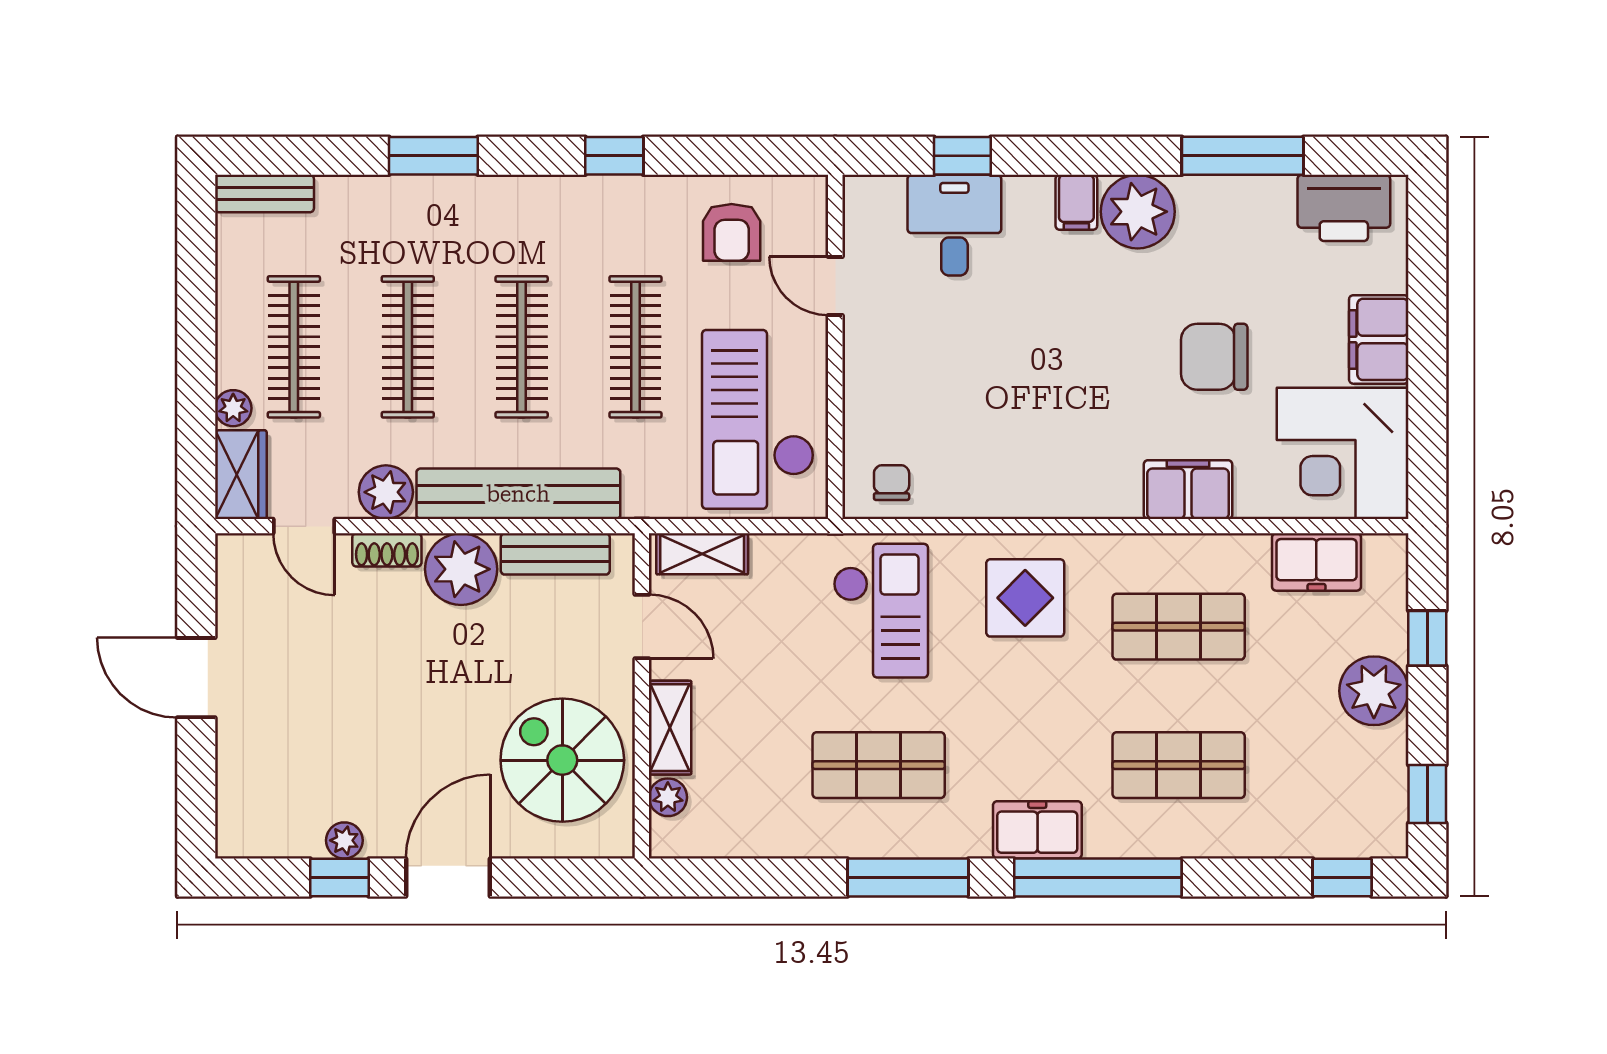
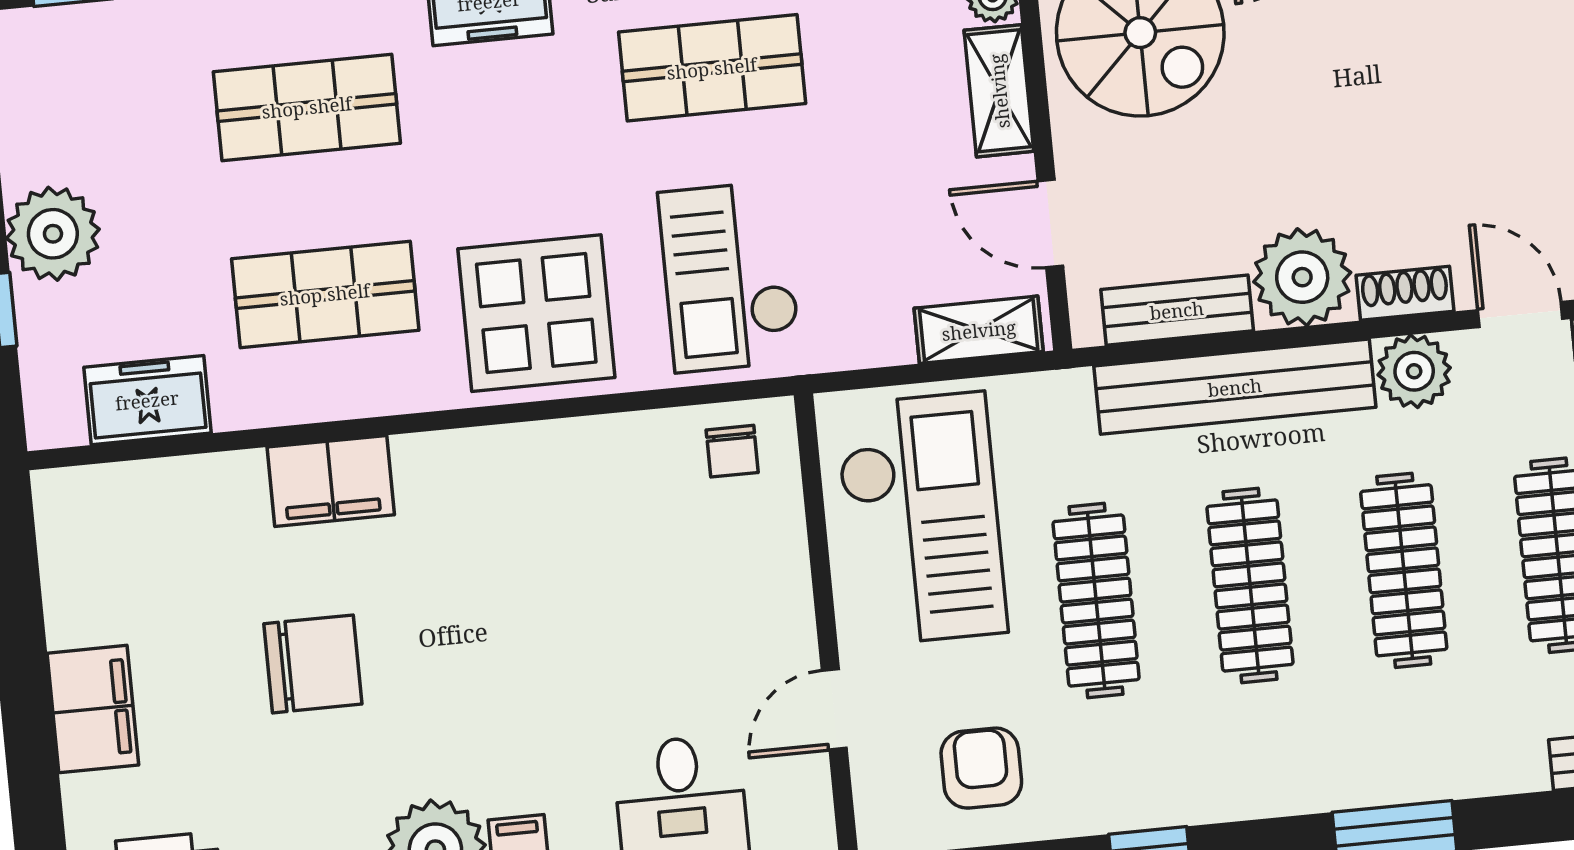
door: (835, 286) -> (834, 709), swing flipped
corner desk: (1343, 453) -> (127, 550), removed
display table: (1025, 598) -> (536, 313), width x1.36, depth x1.36

